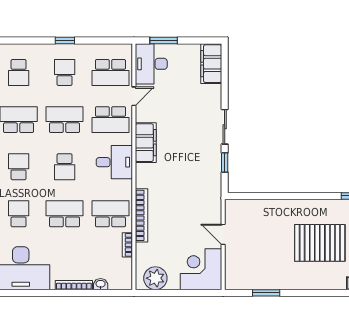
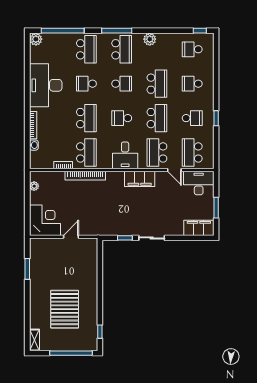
window: (164, 41) -> (216, 208), moved
school desk: (19, 214) -> (86, 84), turned 180
plant: (155, 278) -> (34, 186), width x0.53, depth x0.53

